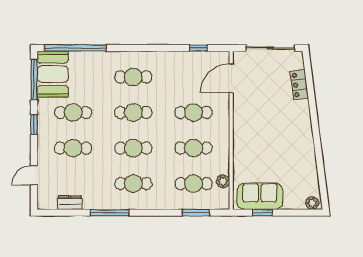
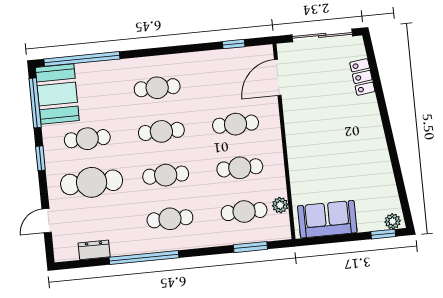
cafe table: (73, 148) -> (92, 182), width x1.37, depth x1.35
window: (109, 213) -> (144, 257), width x1.46
window: (262, 213) -> (383, 234), moved

